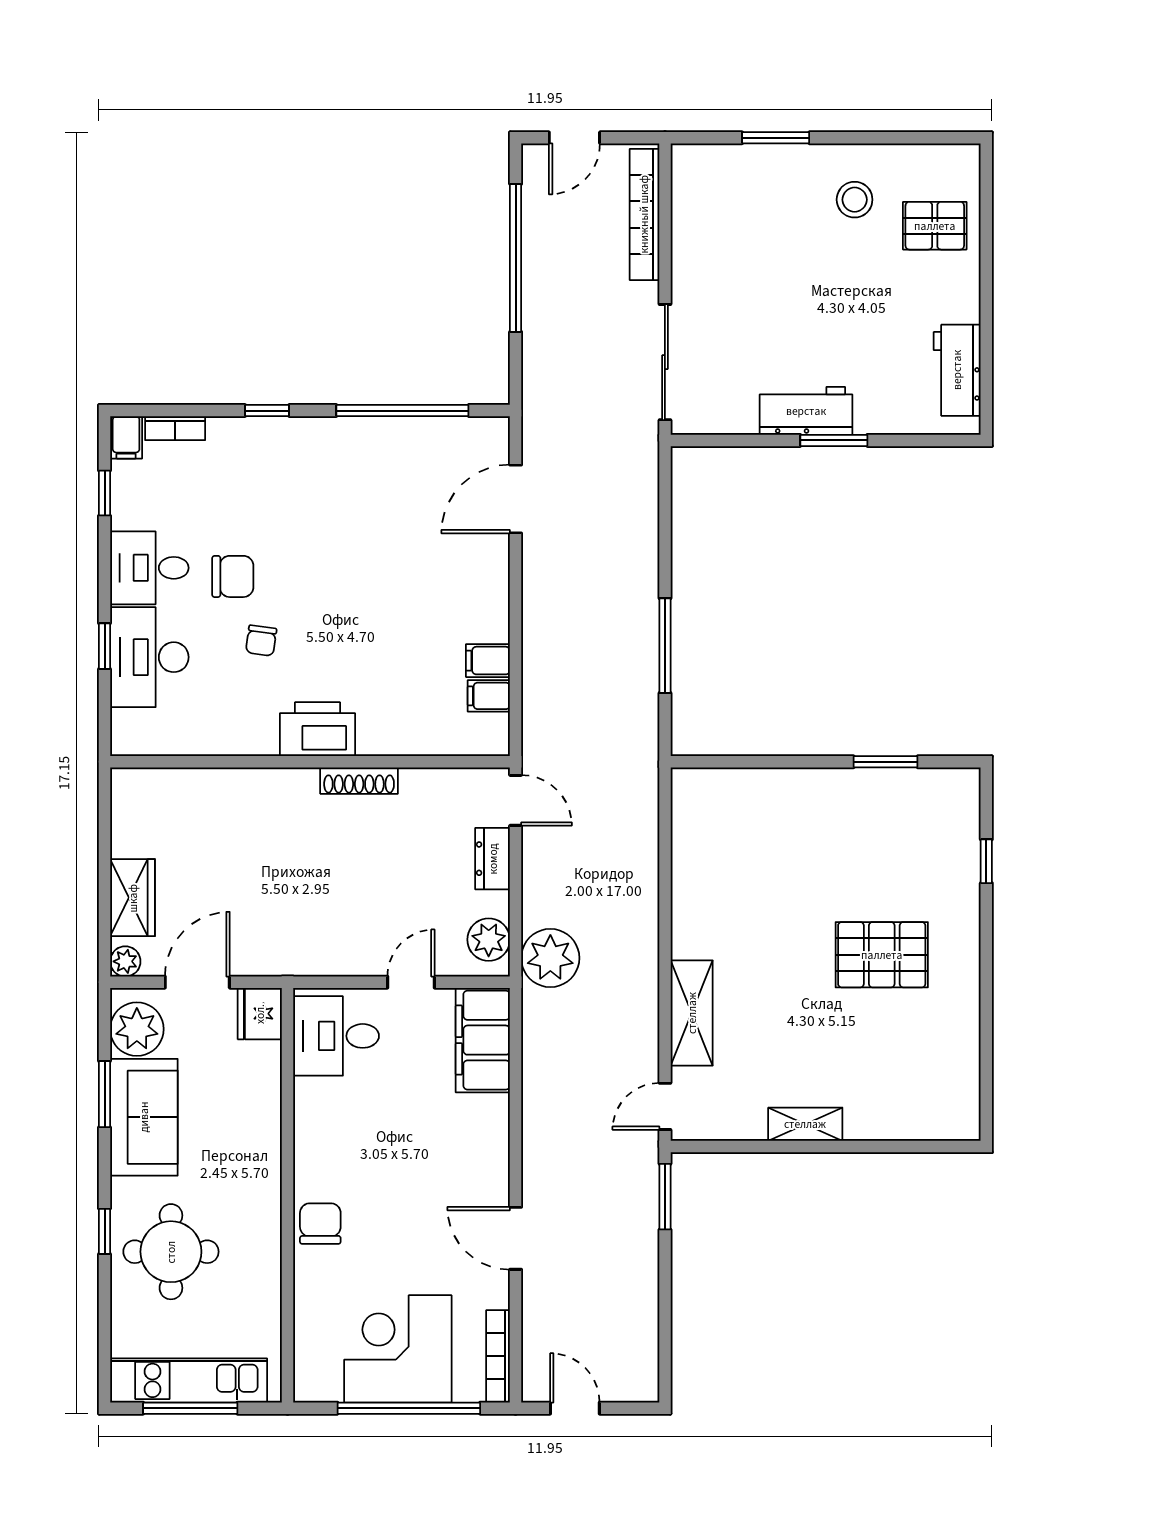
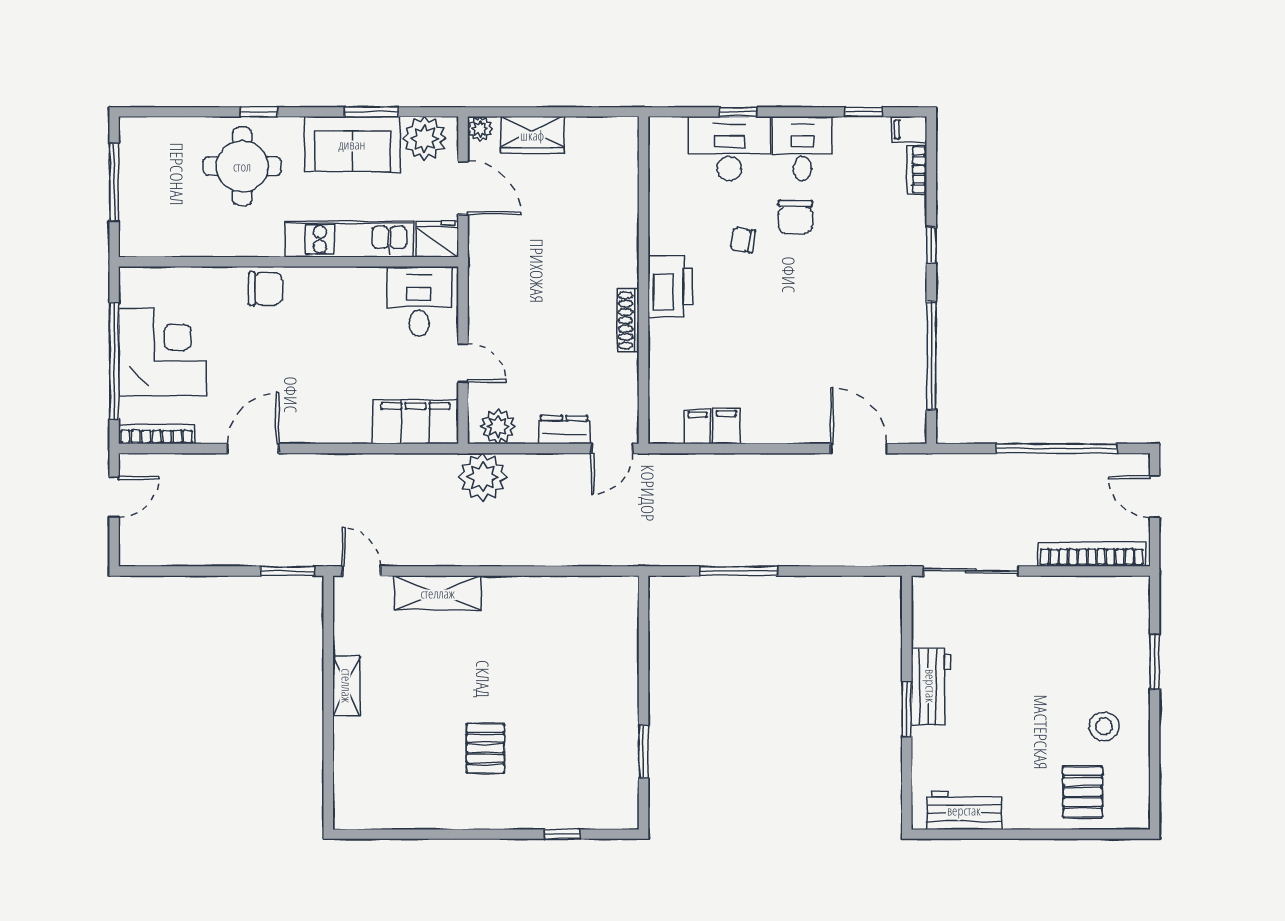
pallet: (882, 955) -> (485, 748), width x0.67, depth x0.71
kitchen unit: (189, 1380) -> (350, 239), moved, turned -90

